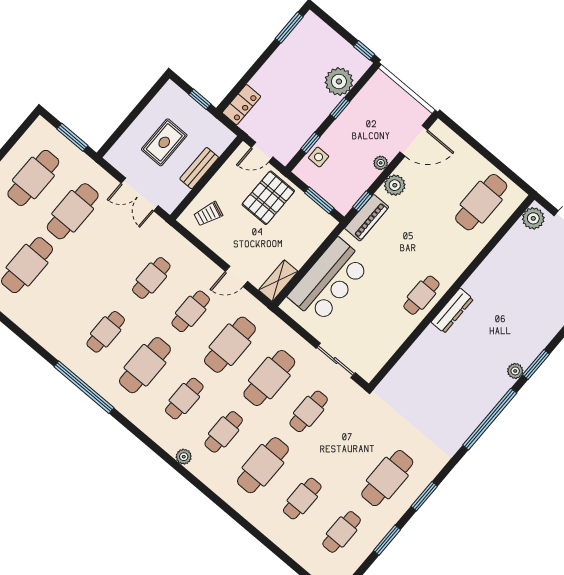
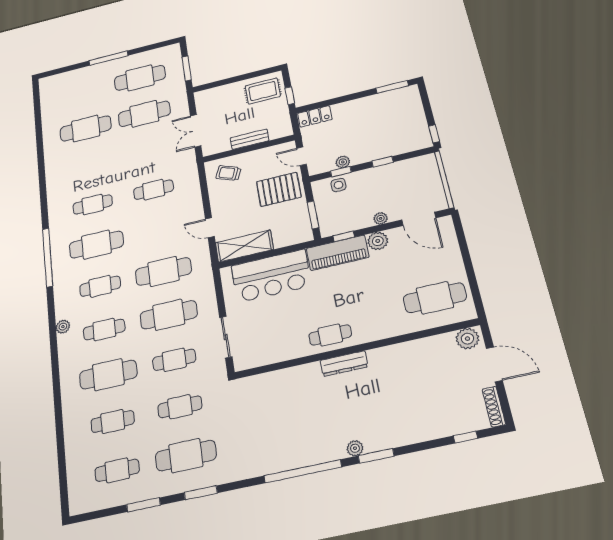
plant: (339, 81) -> (343, 162), moved, width x0.53, depth x0.53
rug: (164, 142) -> (263, 91), moved
piano: (367, 218) -> (338, 253), width x1.37, depth x1.33
shelving: (278, 281) -> (244, 246), width x1.50, depth x1.33
cafe table: (191, 311) -> (180, 407), moved
window: (84, 387) -> (48, 257), moved

